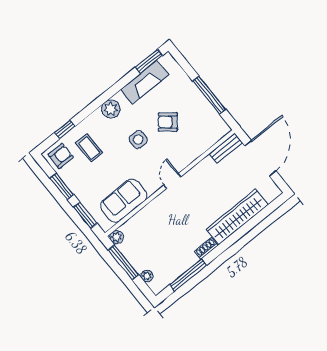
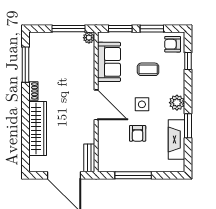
window: (149, 61) -> (188, 126), moved
armchair: (168, 122) -> (138, 133), turned 141
coffee table: (89, 148) -> (148, 69), moved
armchair: (61, 156) -> (173, 44), turned 90
door: (172, 181) -> (96, 105), width x1.88
plant: (147, 276) -> (47, 37), removed

